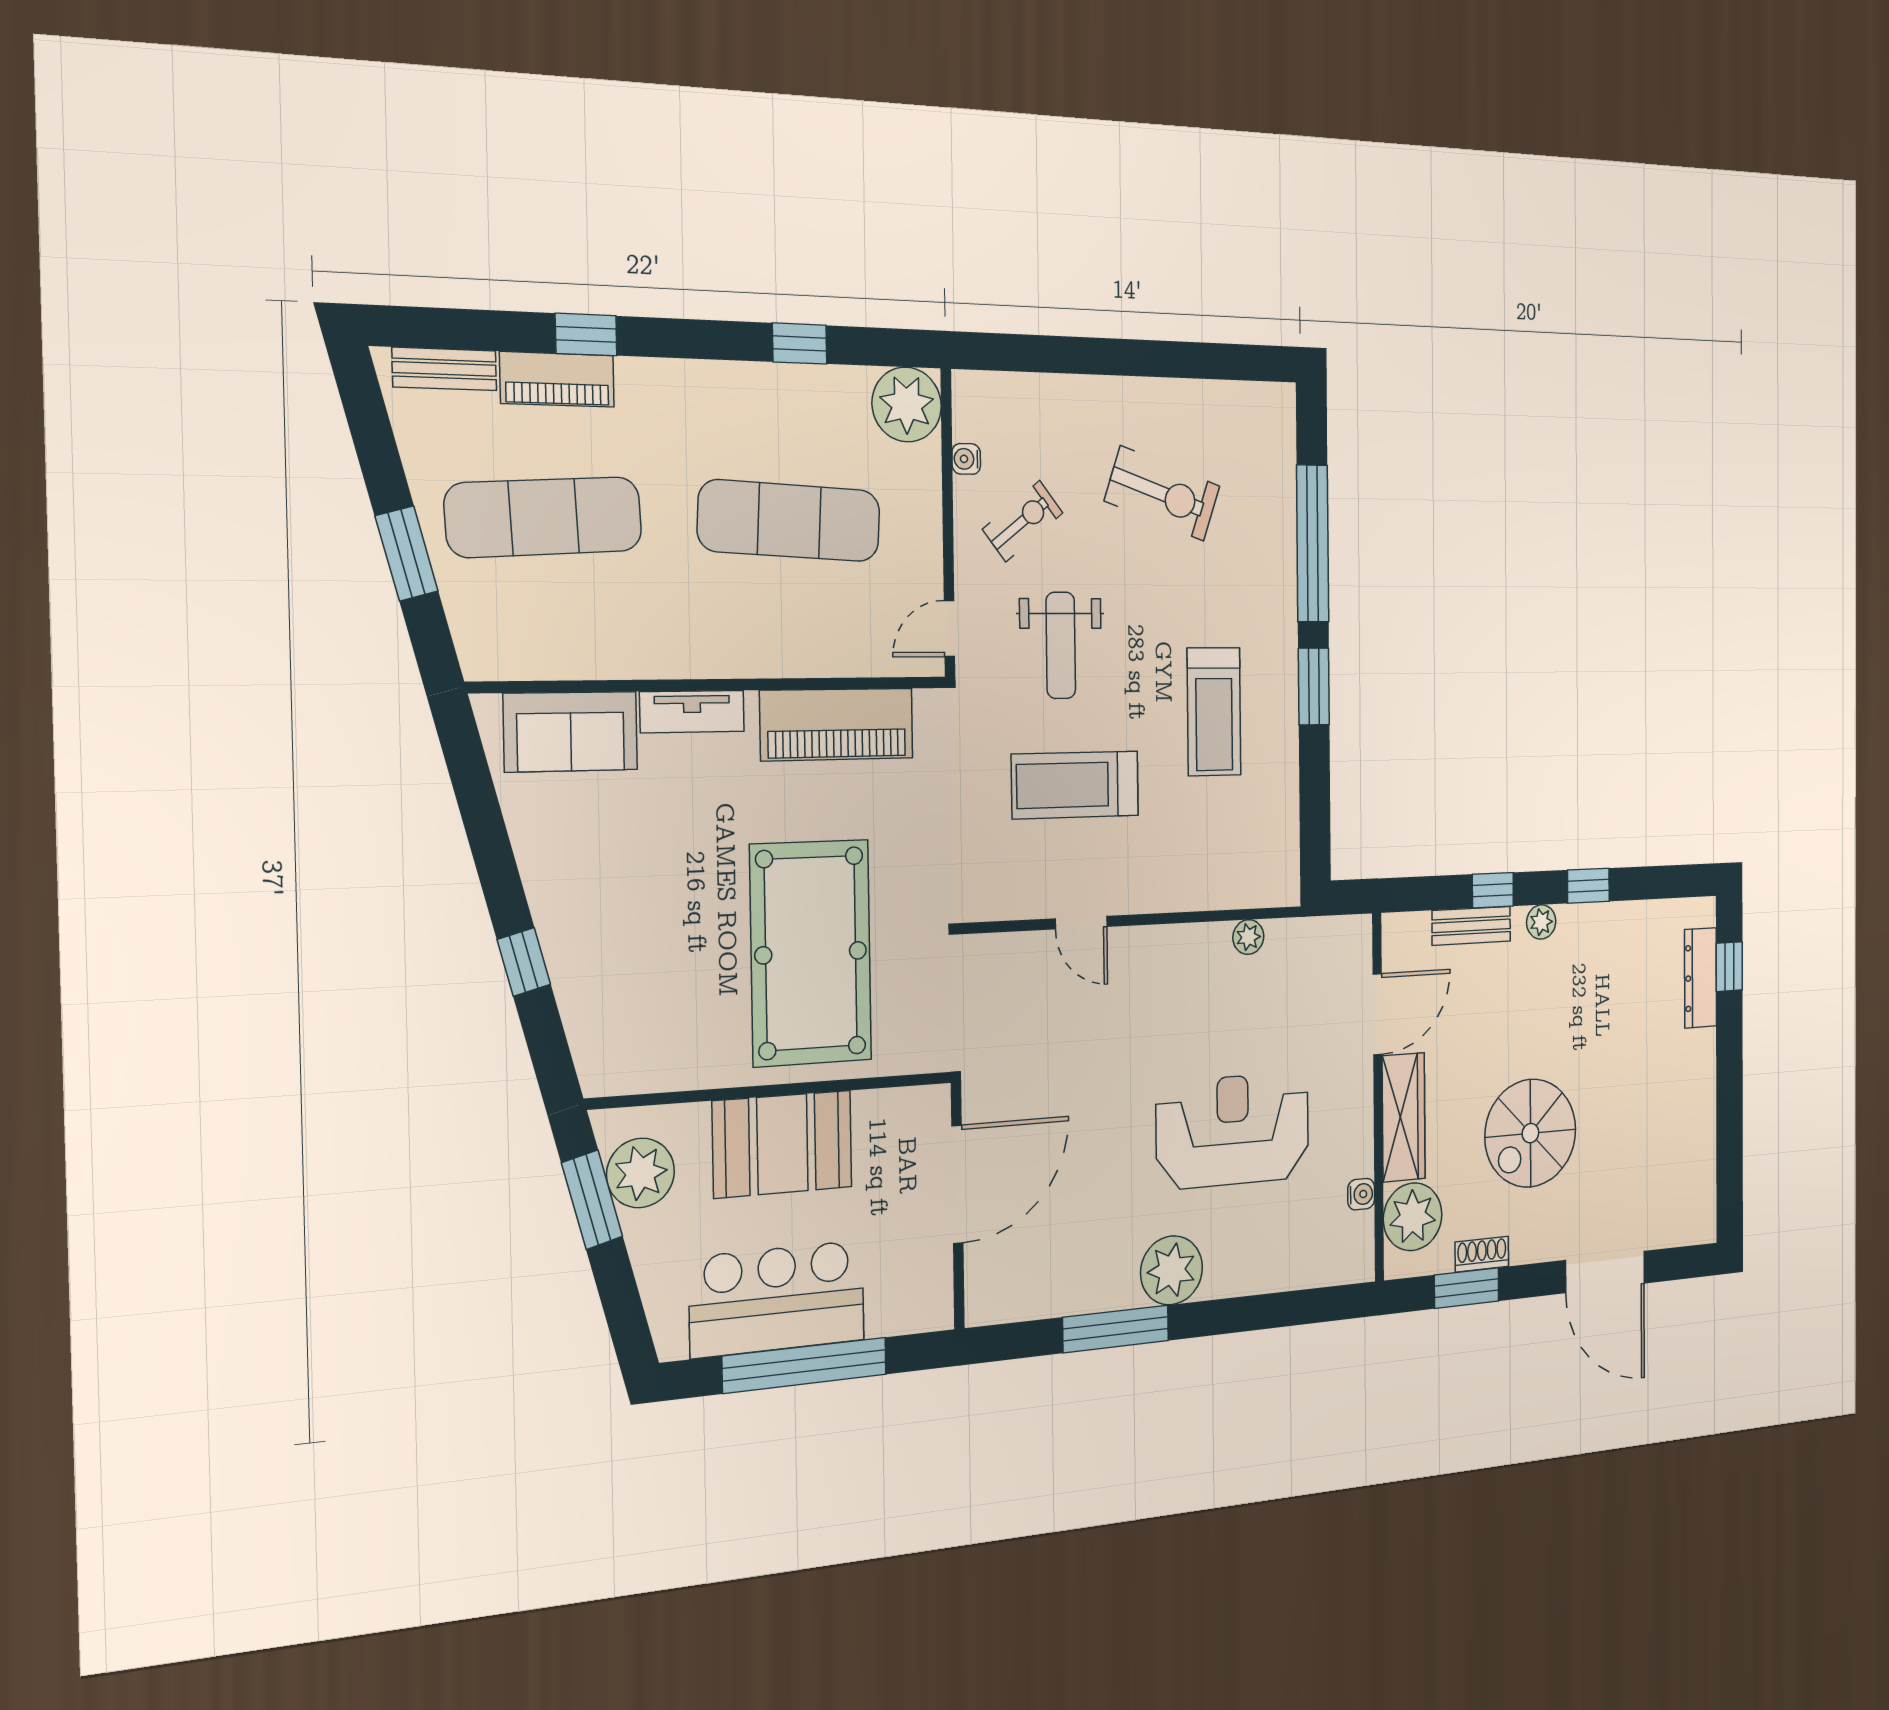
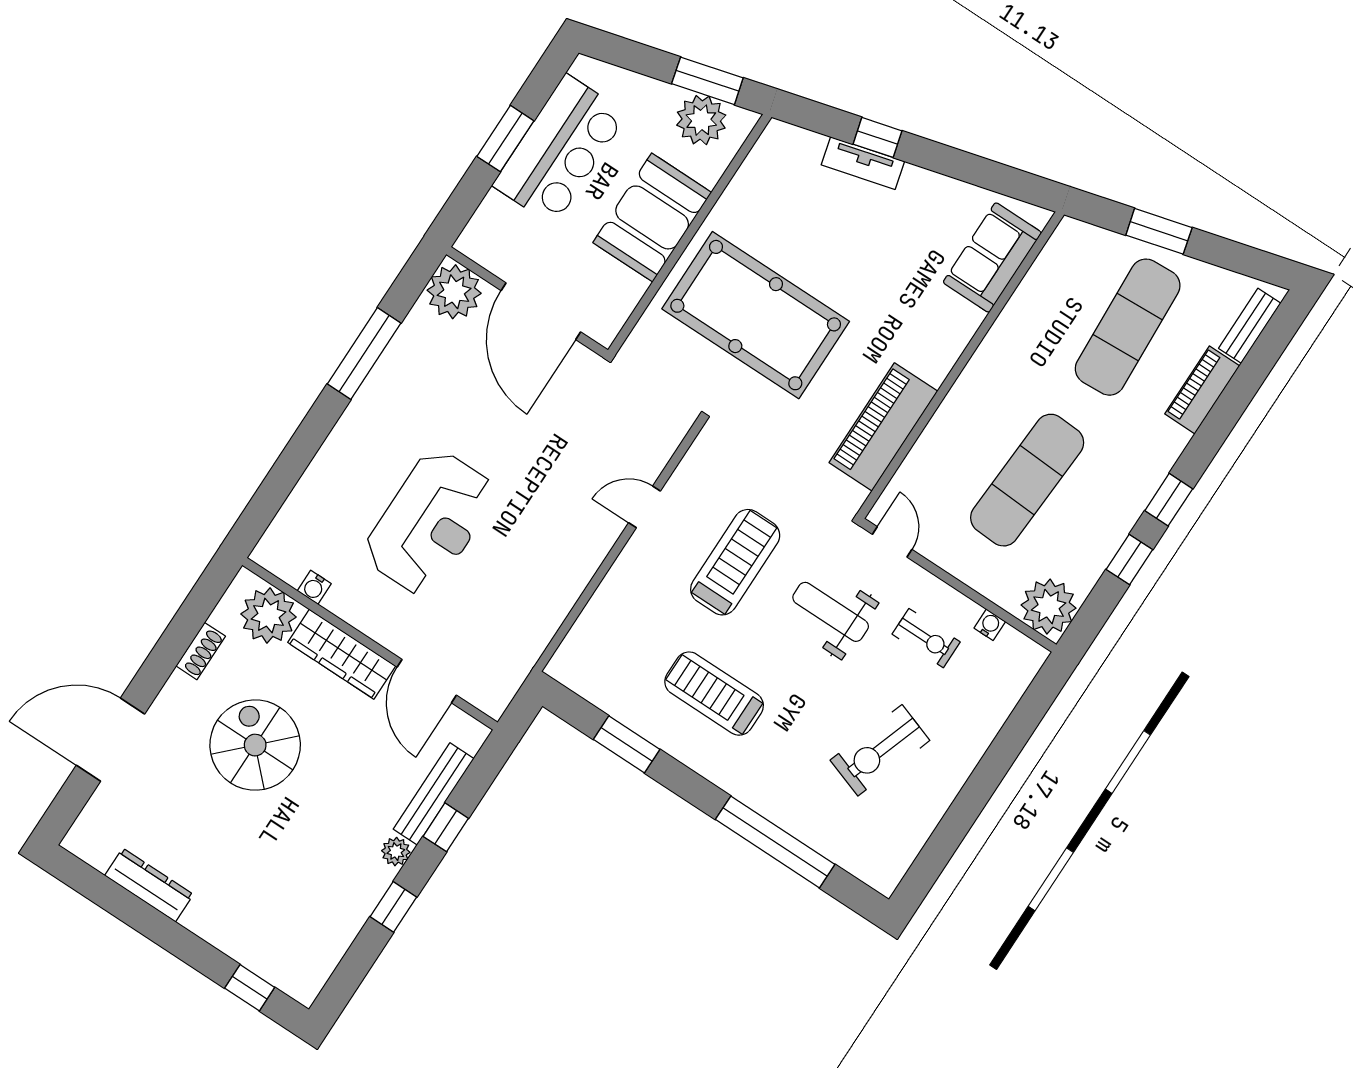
window: (586, 335) -> (1169, 500), moved
exercise bike: (1023, 521) -> (926, 638), turned -52
window: (1314, 686) -> (627, 744), moved
tv unit: (692, 712) -> (863, 163), moved, turned -105
bench: (1471, 926) -> (434, 794), width x1.36
plant: (1248, 937) -> (549, 619), removed
dresser: (1700, 978) -> (149, 885), moved
plant: (1172, 1270) -> (454, 292), moved
window: (1467, 1288) -> (187, 624), removed
window: (805, 1365) -> (505, 139), width x0.47

